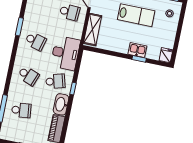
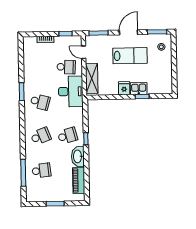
desk: (65, 53) -> (71, 91), moved
fridge: (166, 55) -> (124, 88), moved
school desk: (28, 76) -> (41, 136), turned -42

